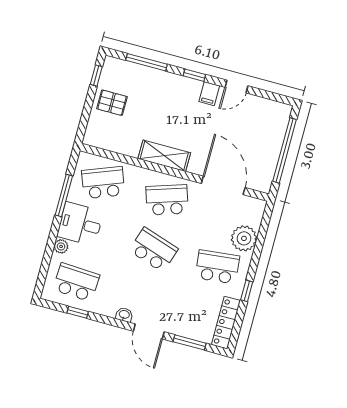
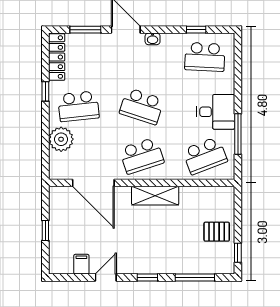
filing cabinet: (209, 94) -> (81, 264), moved
window: (285, 150) -> (45, 230), width x0.32
plant: (61, 246) -> (228, 86), removed

